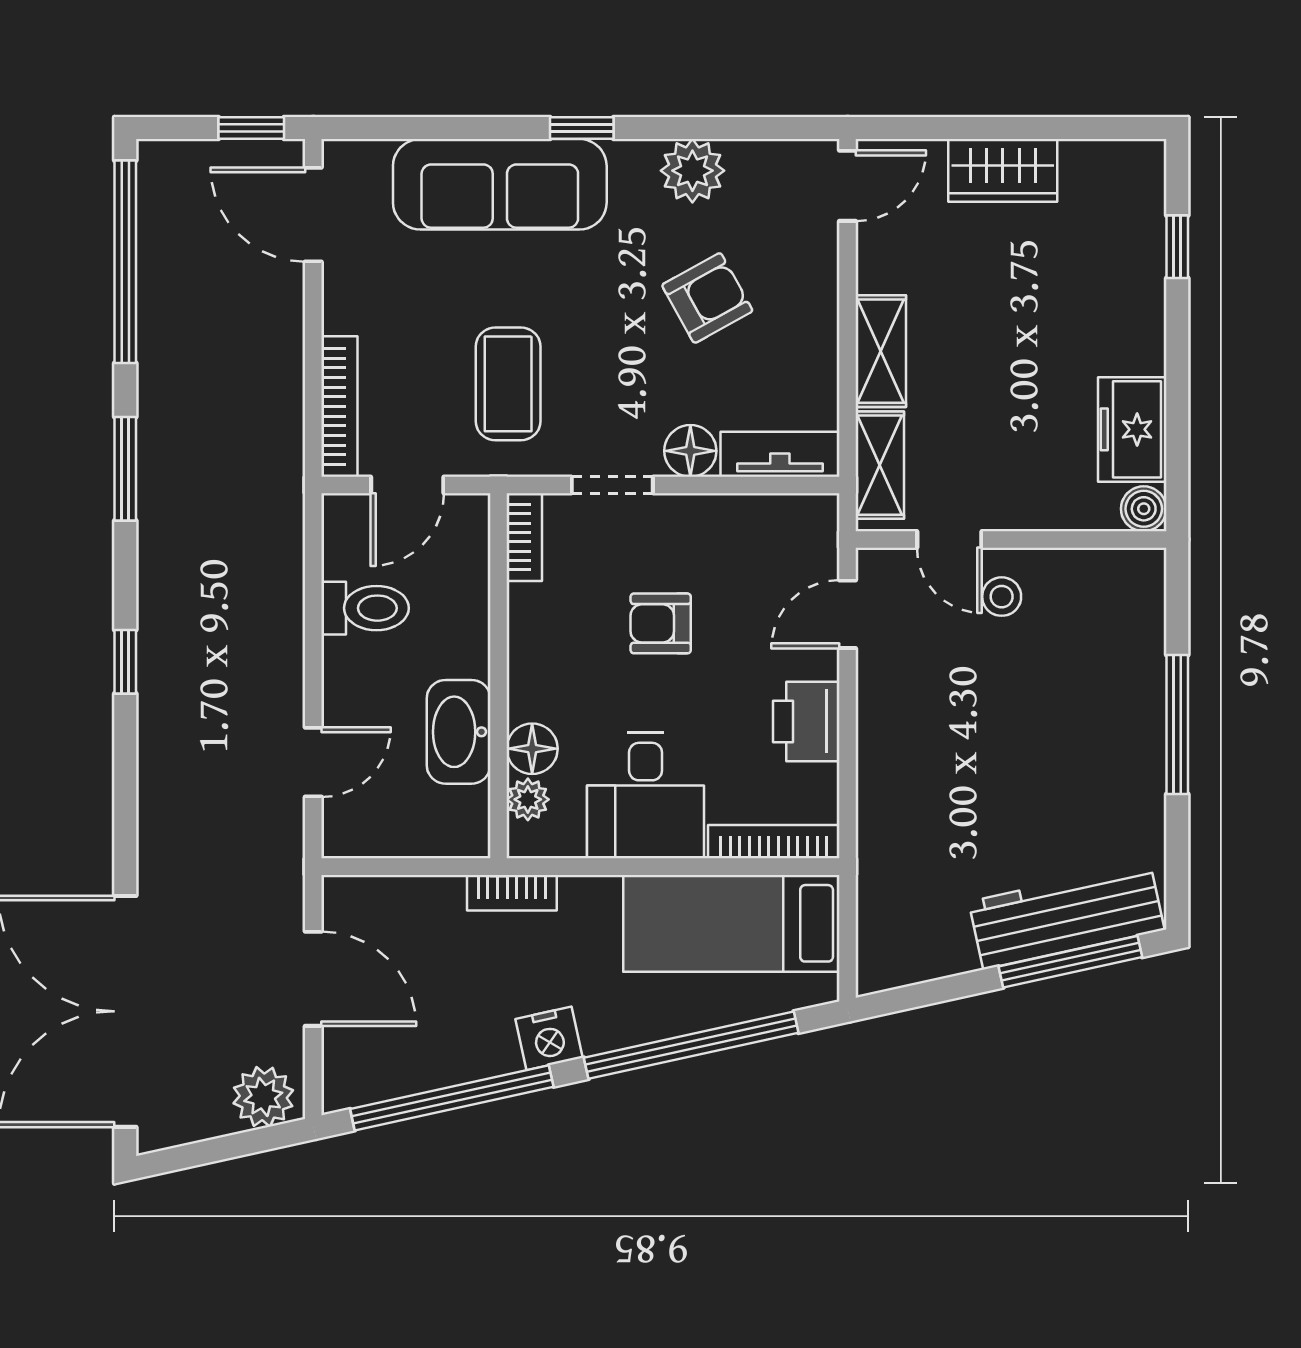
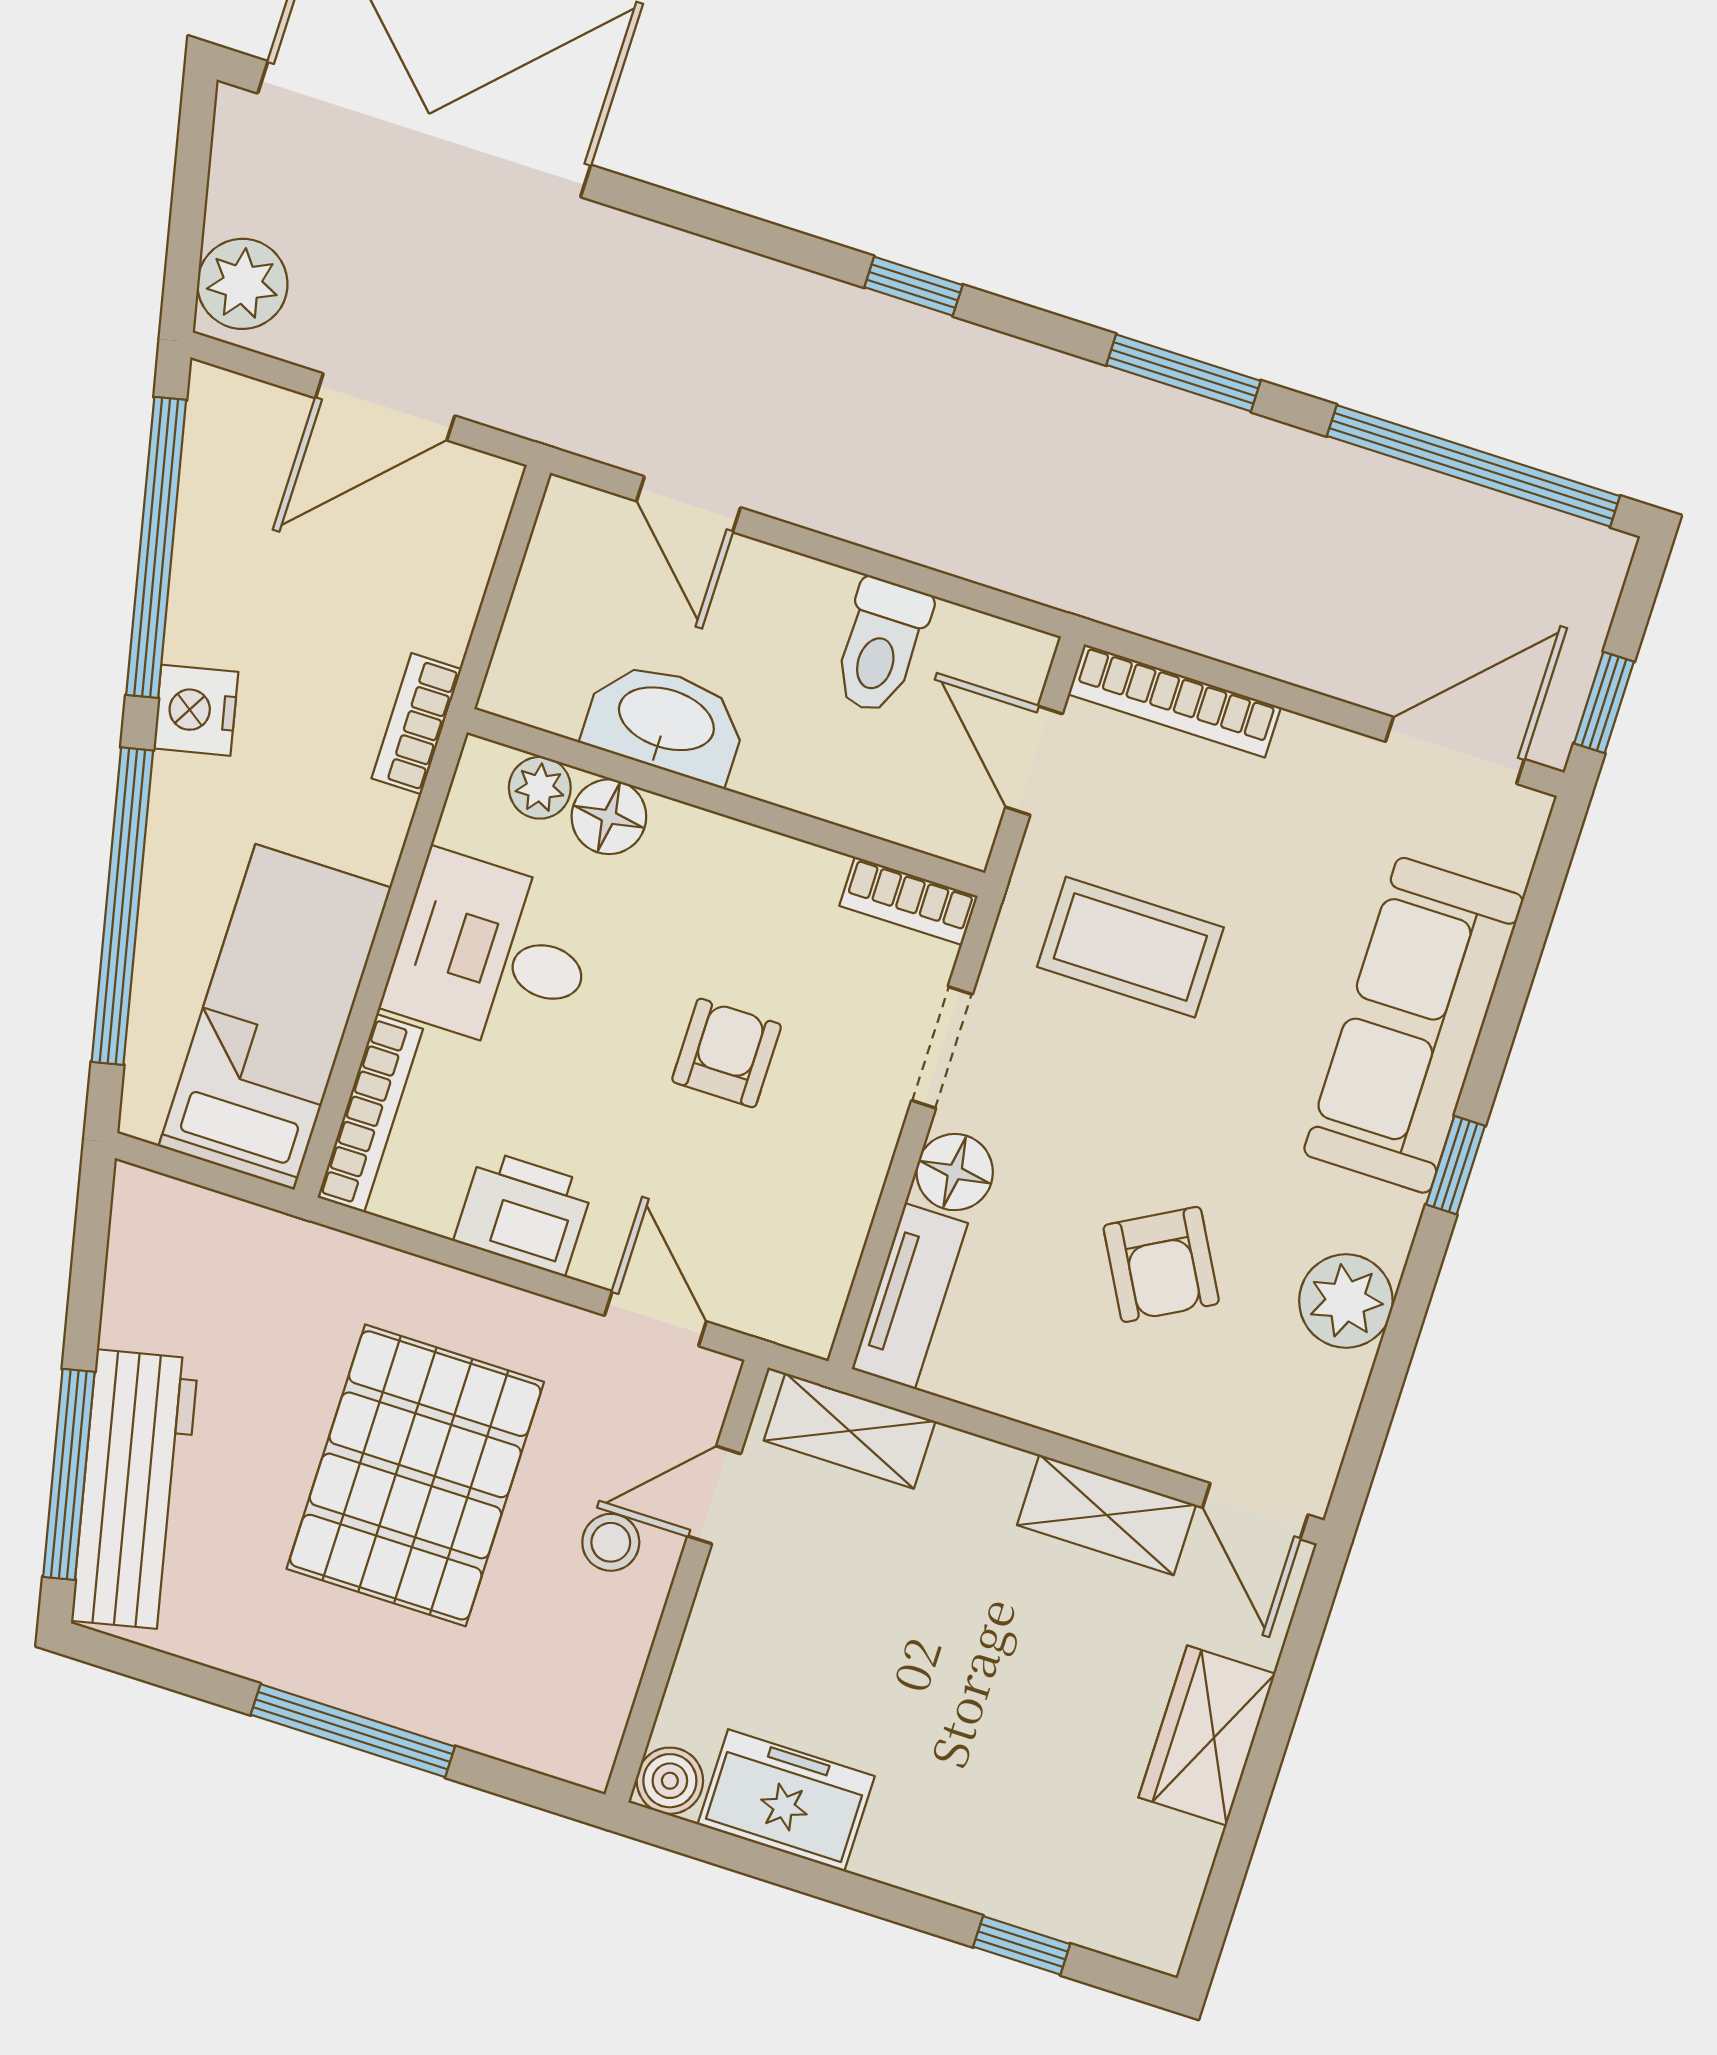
shelving: (881, 351) -> (1107, 1515), moved
pallet: (999, 737) -> (415, 1475), added

